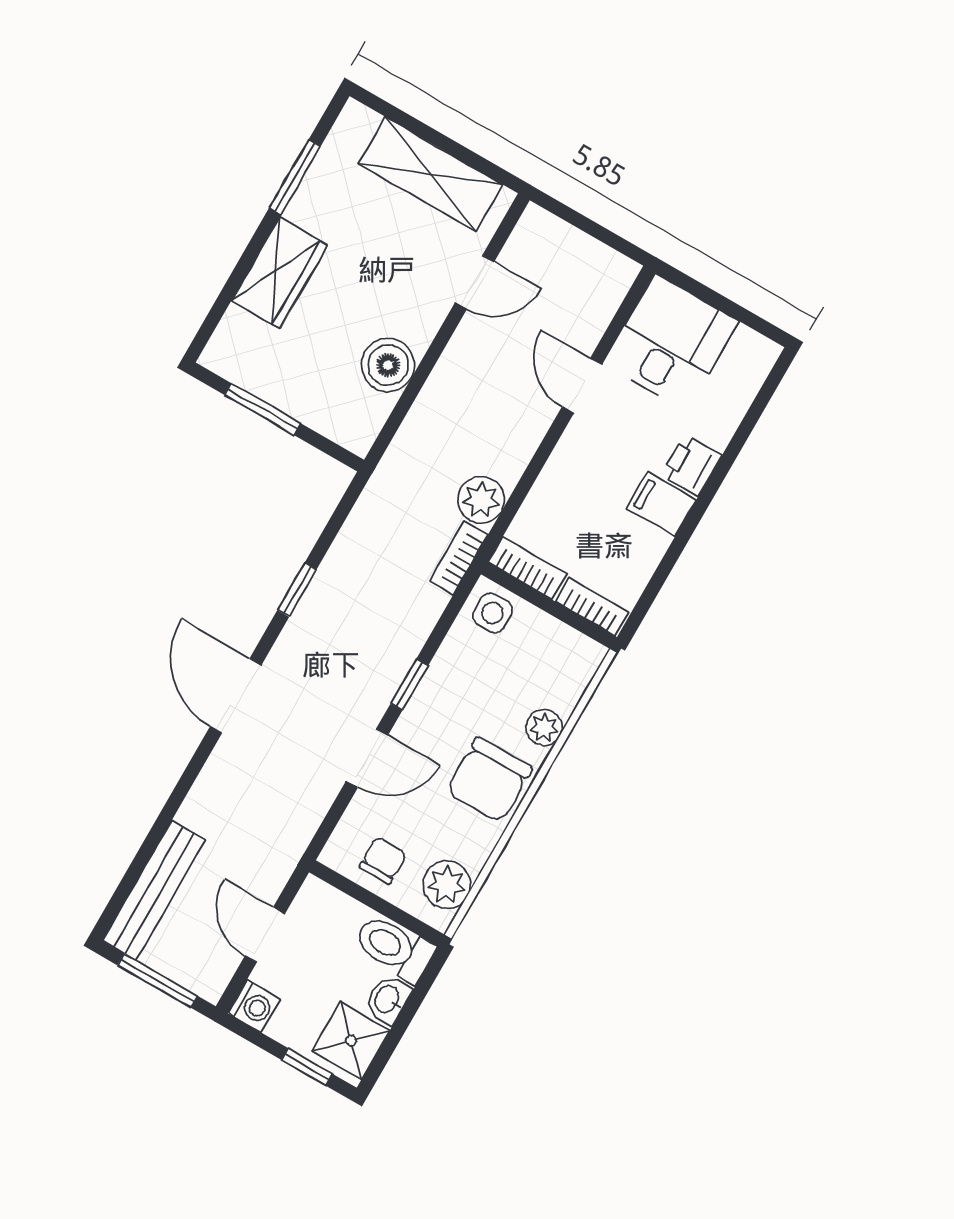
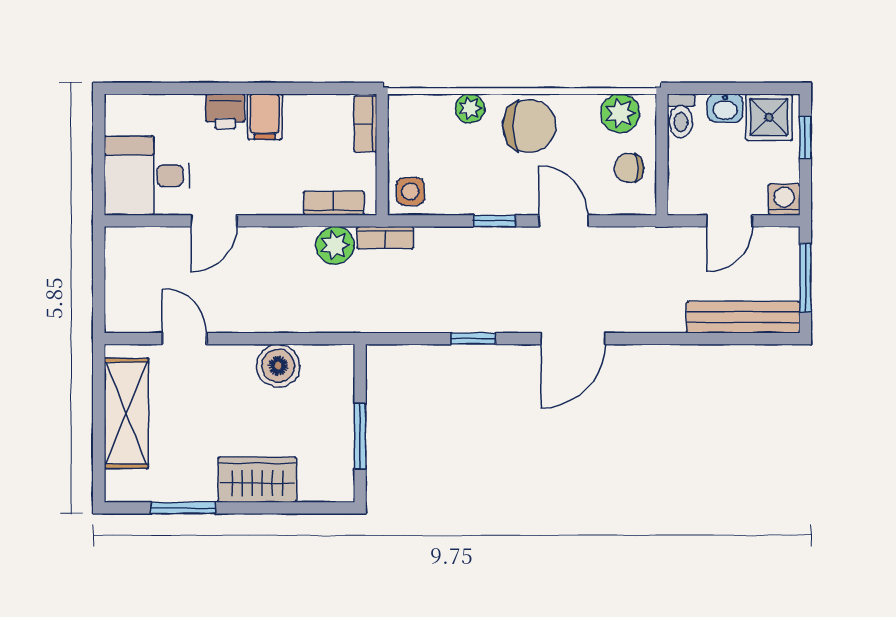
bookcase: (527, 568) -> (334, 203), moved, turned 90
toilet: (394, 948) -> (681, 116), width x0.73, depth x0.72

